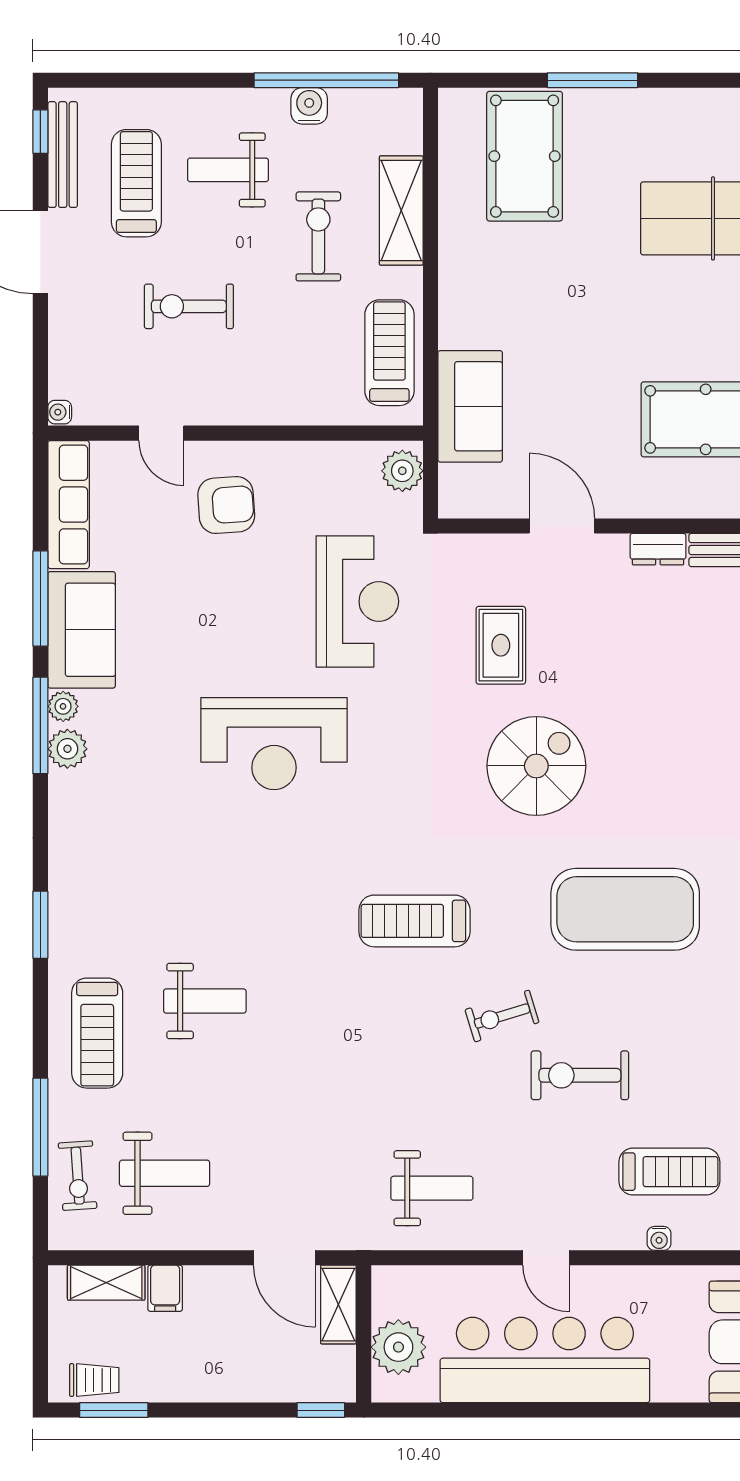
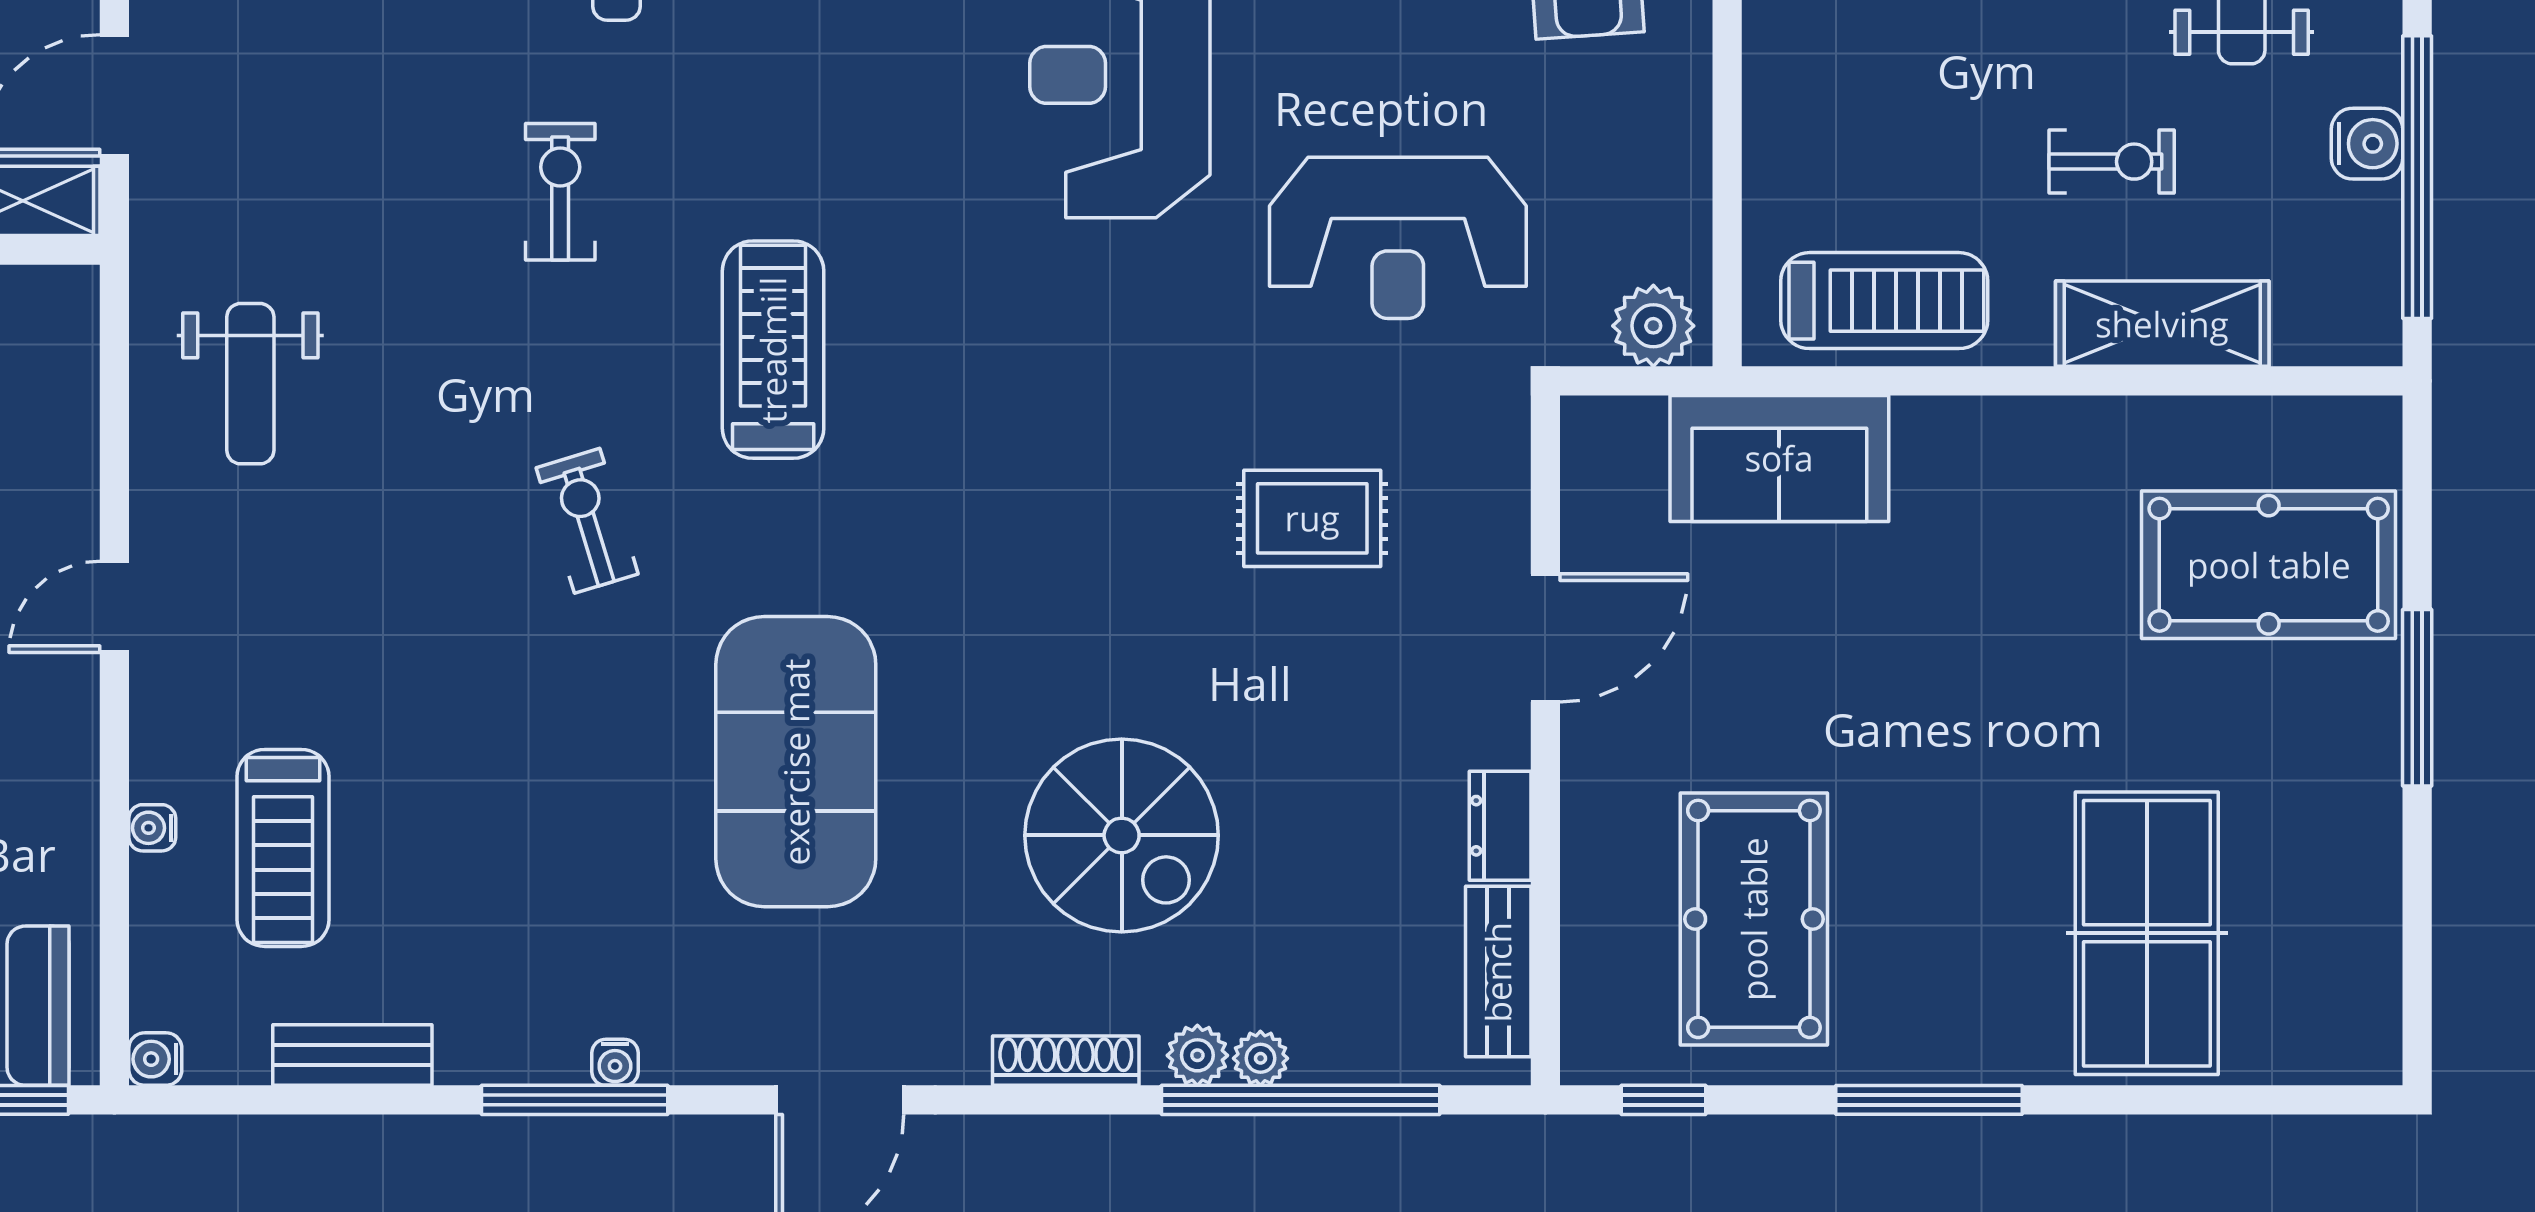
exercise bike: (318, 236) -> (2112, 162), width x0.73, depth x0.72
spiral stairs: (536, 766) -> (1122, 835), moved
exercise bike: (580, 1075) -> (560, 192), moved, width x0.73, depth x0.72

